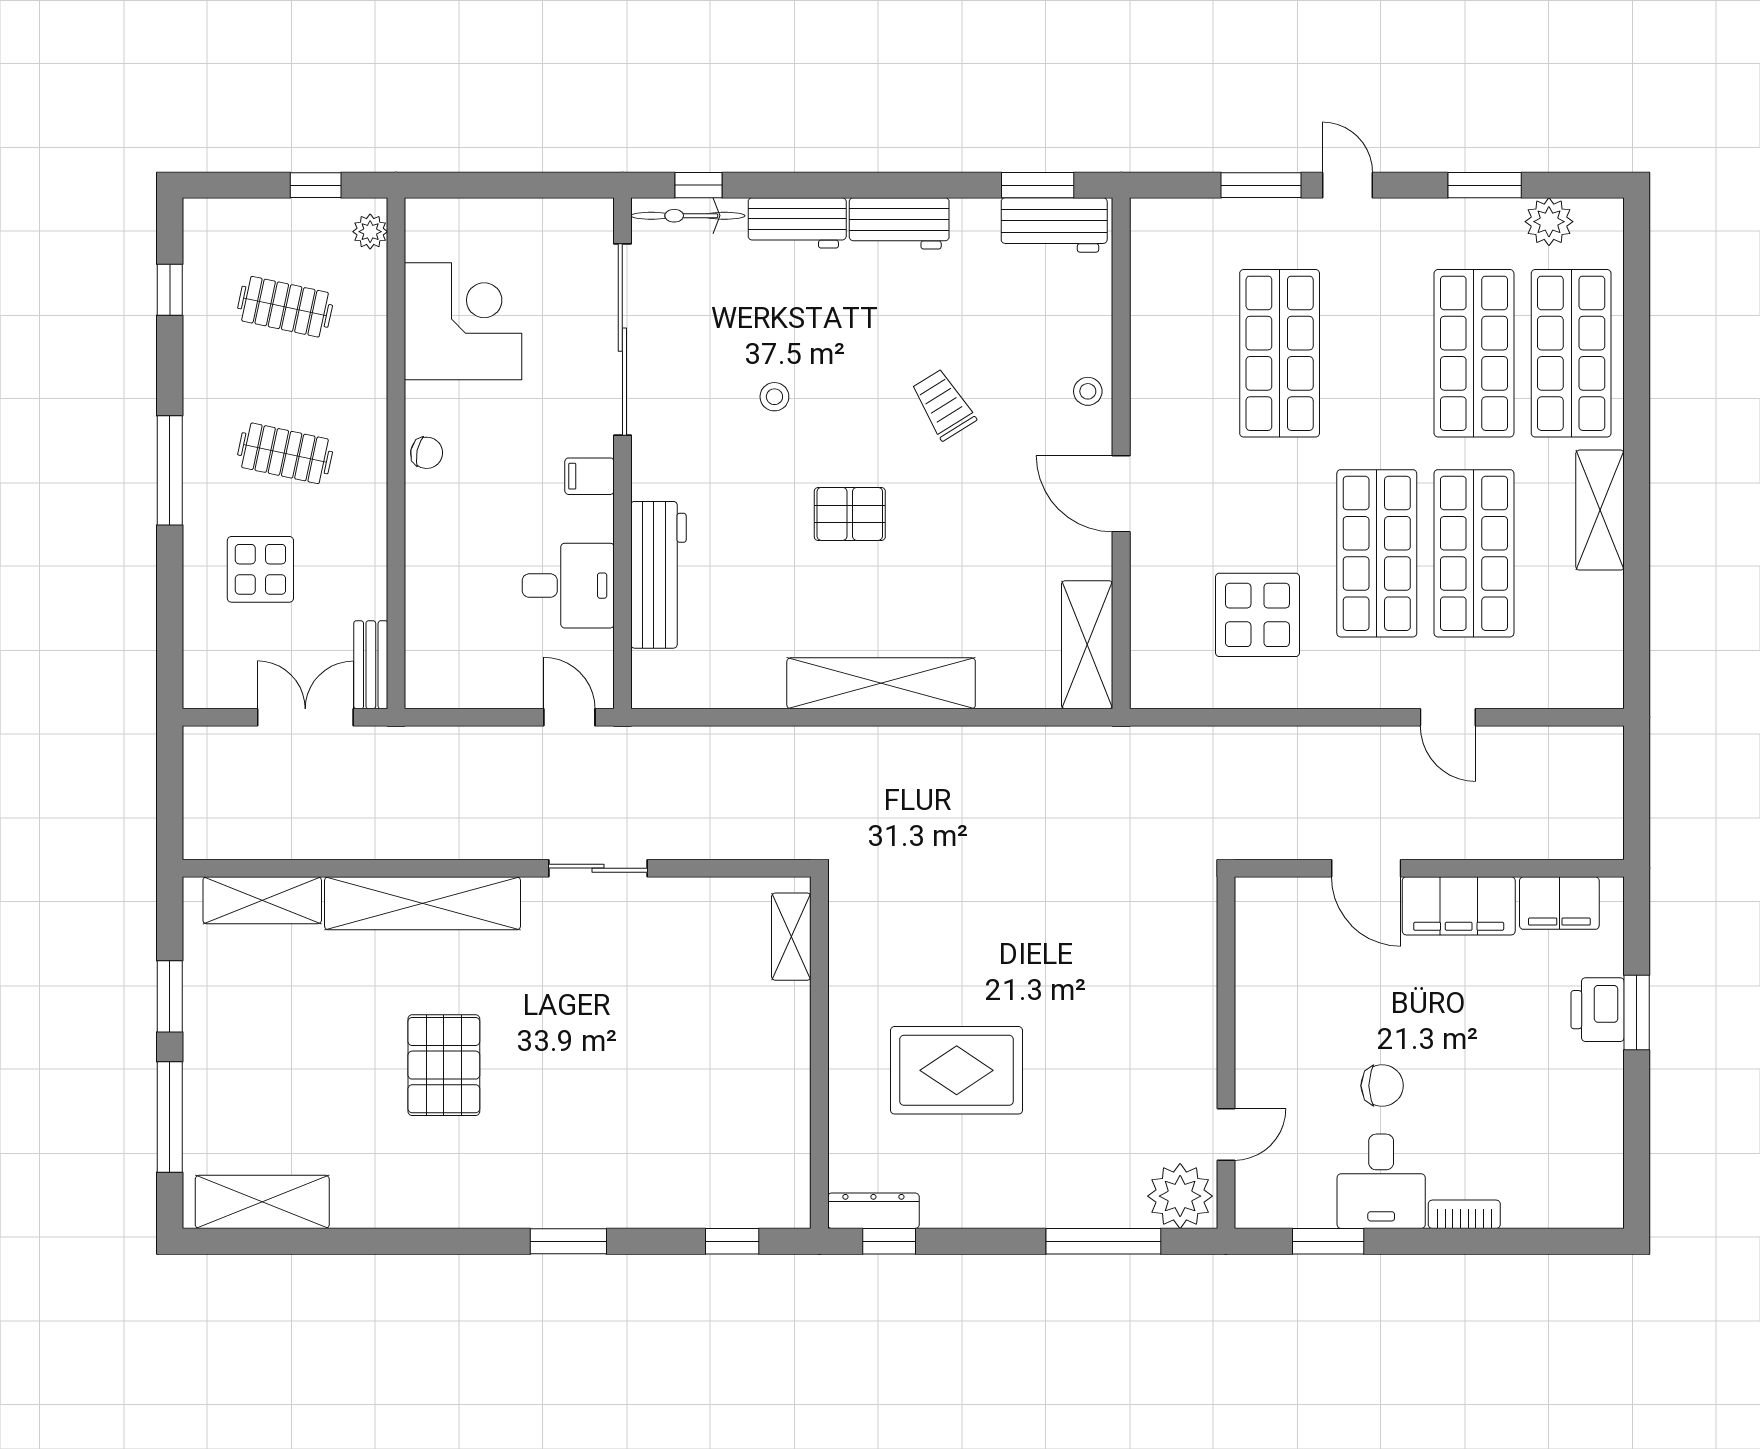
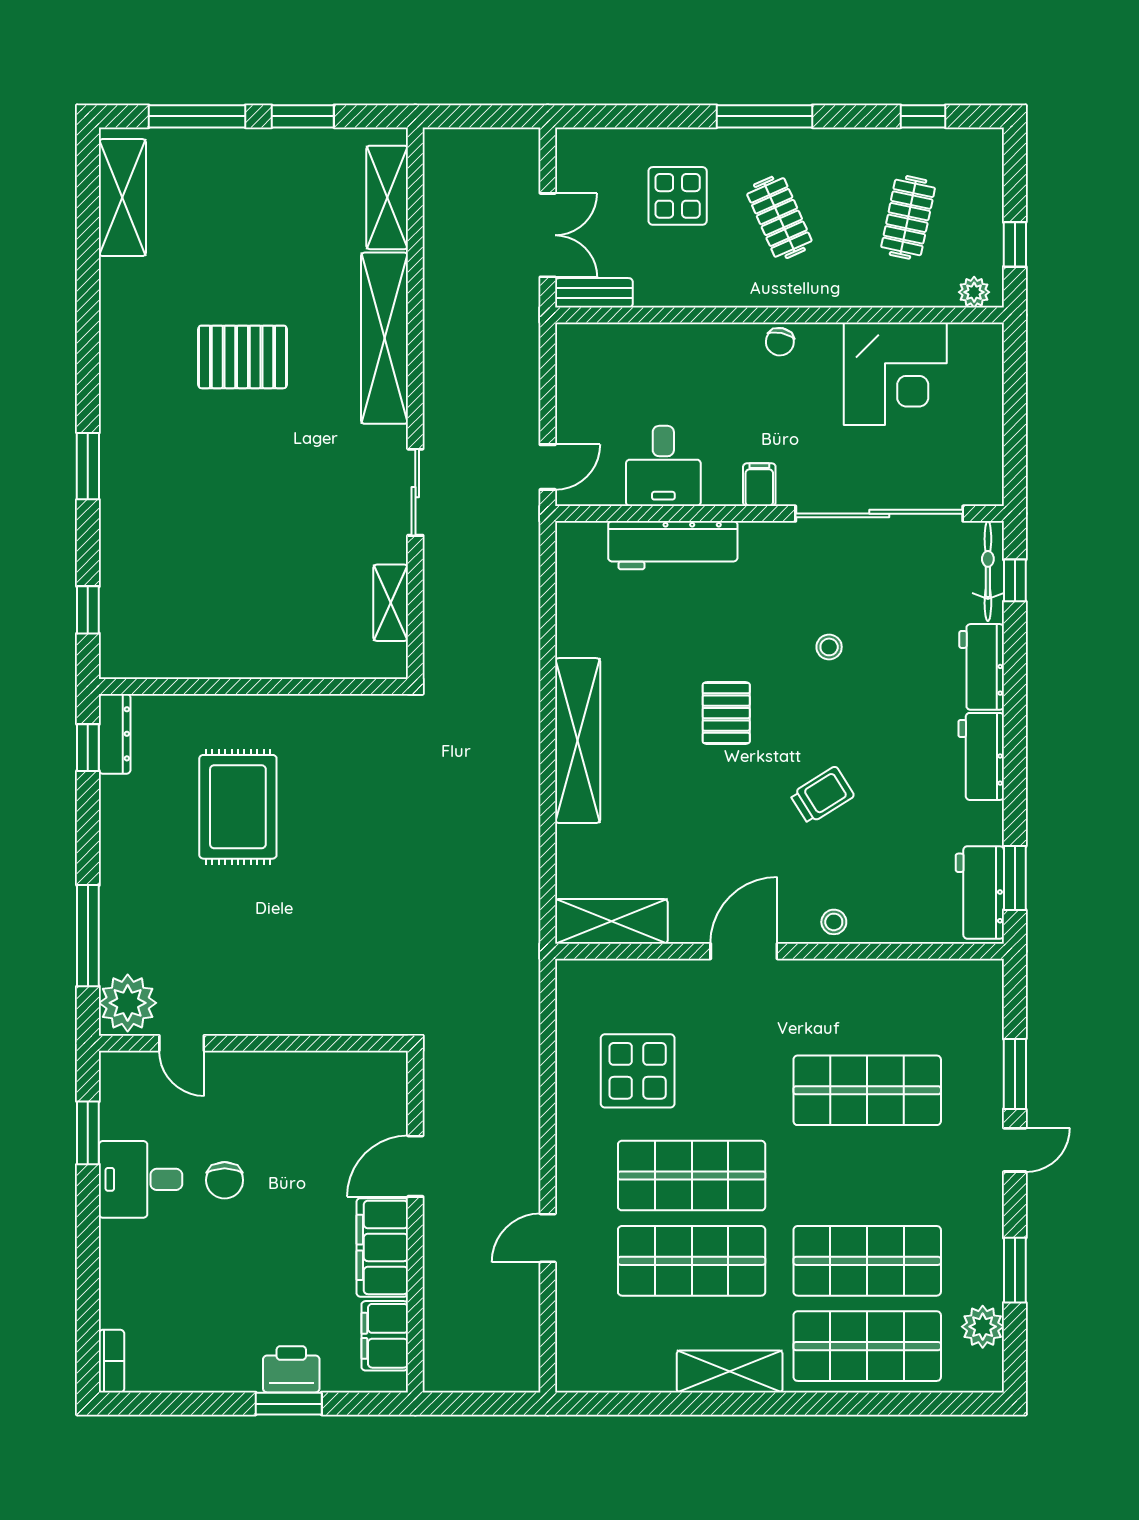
clothes rail: (285, 453) -> (779, 217), turned -36
shelving: (791, 937) -> (391, 603), moved, turned 90
bookcase: (1464, 1214) -> (112, 1361), moved

